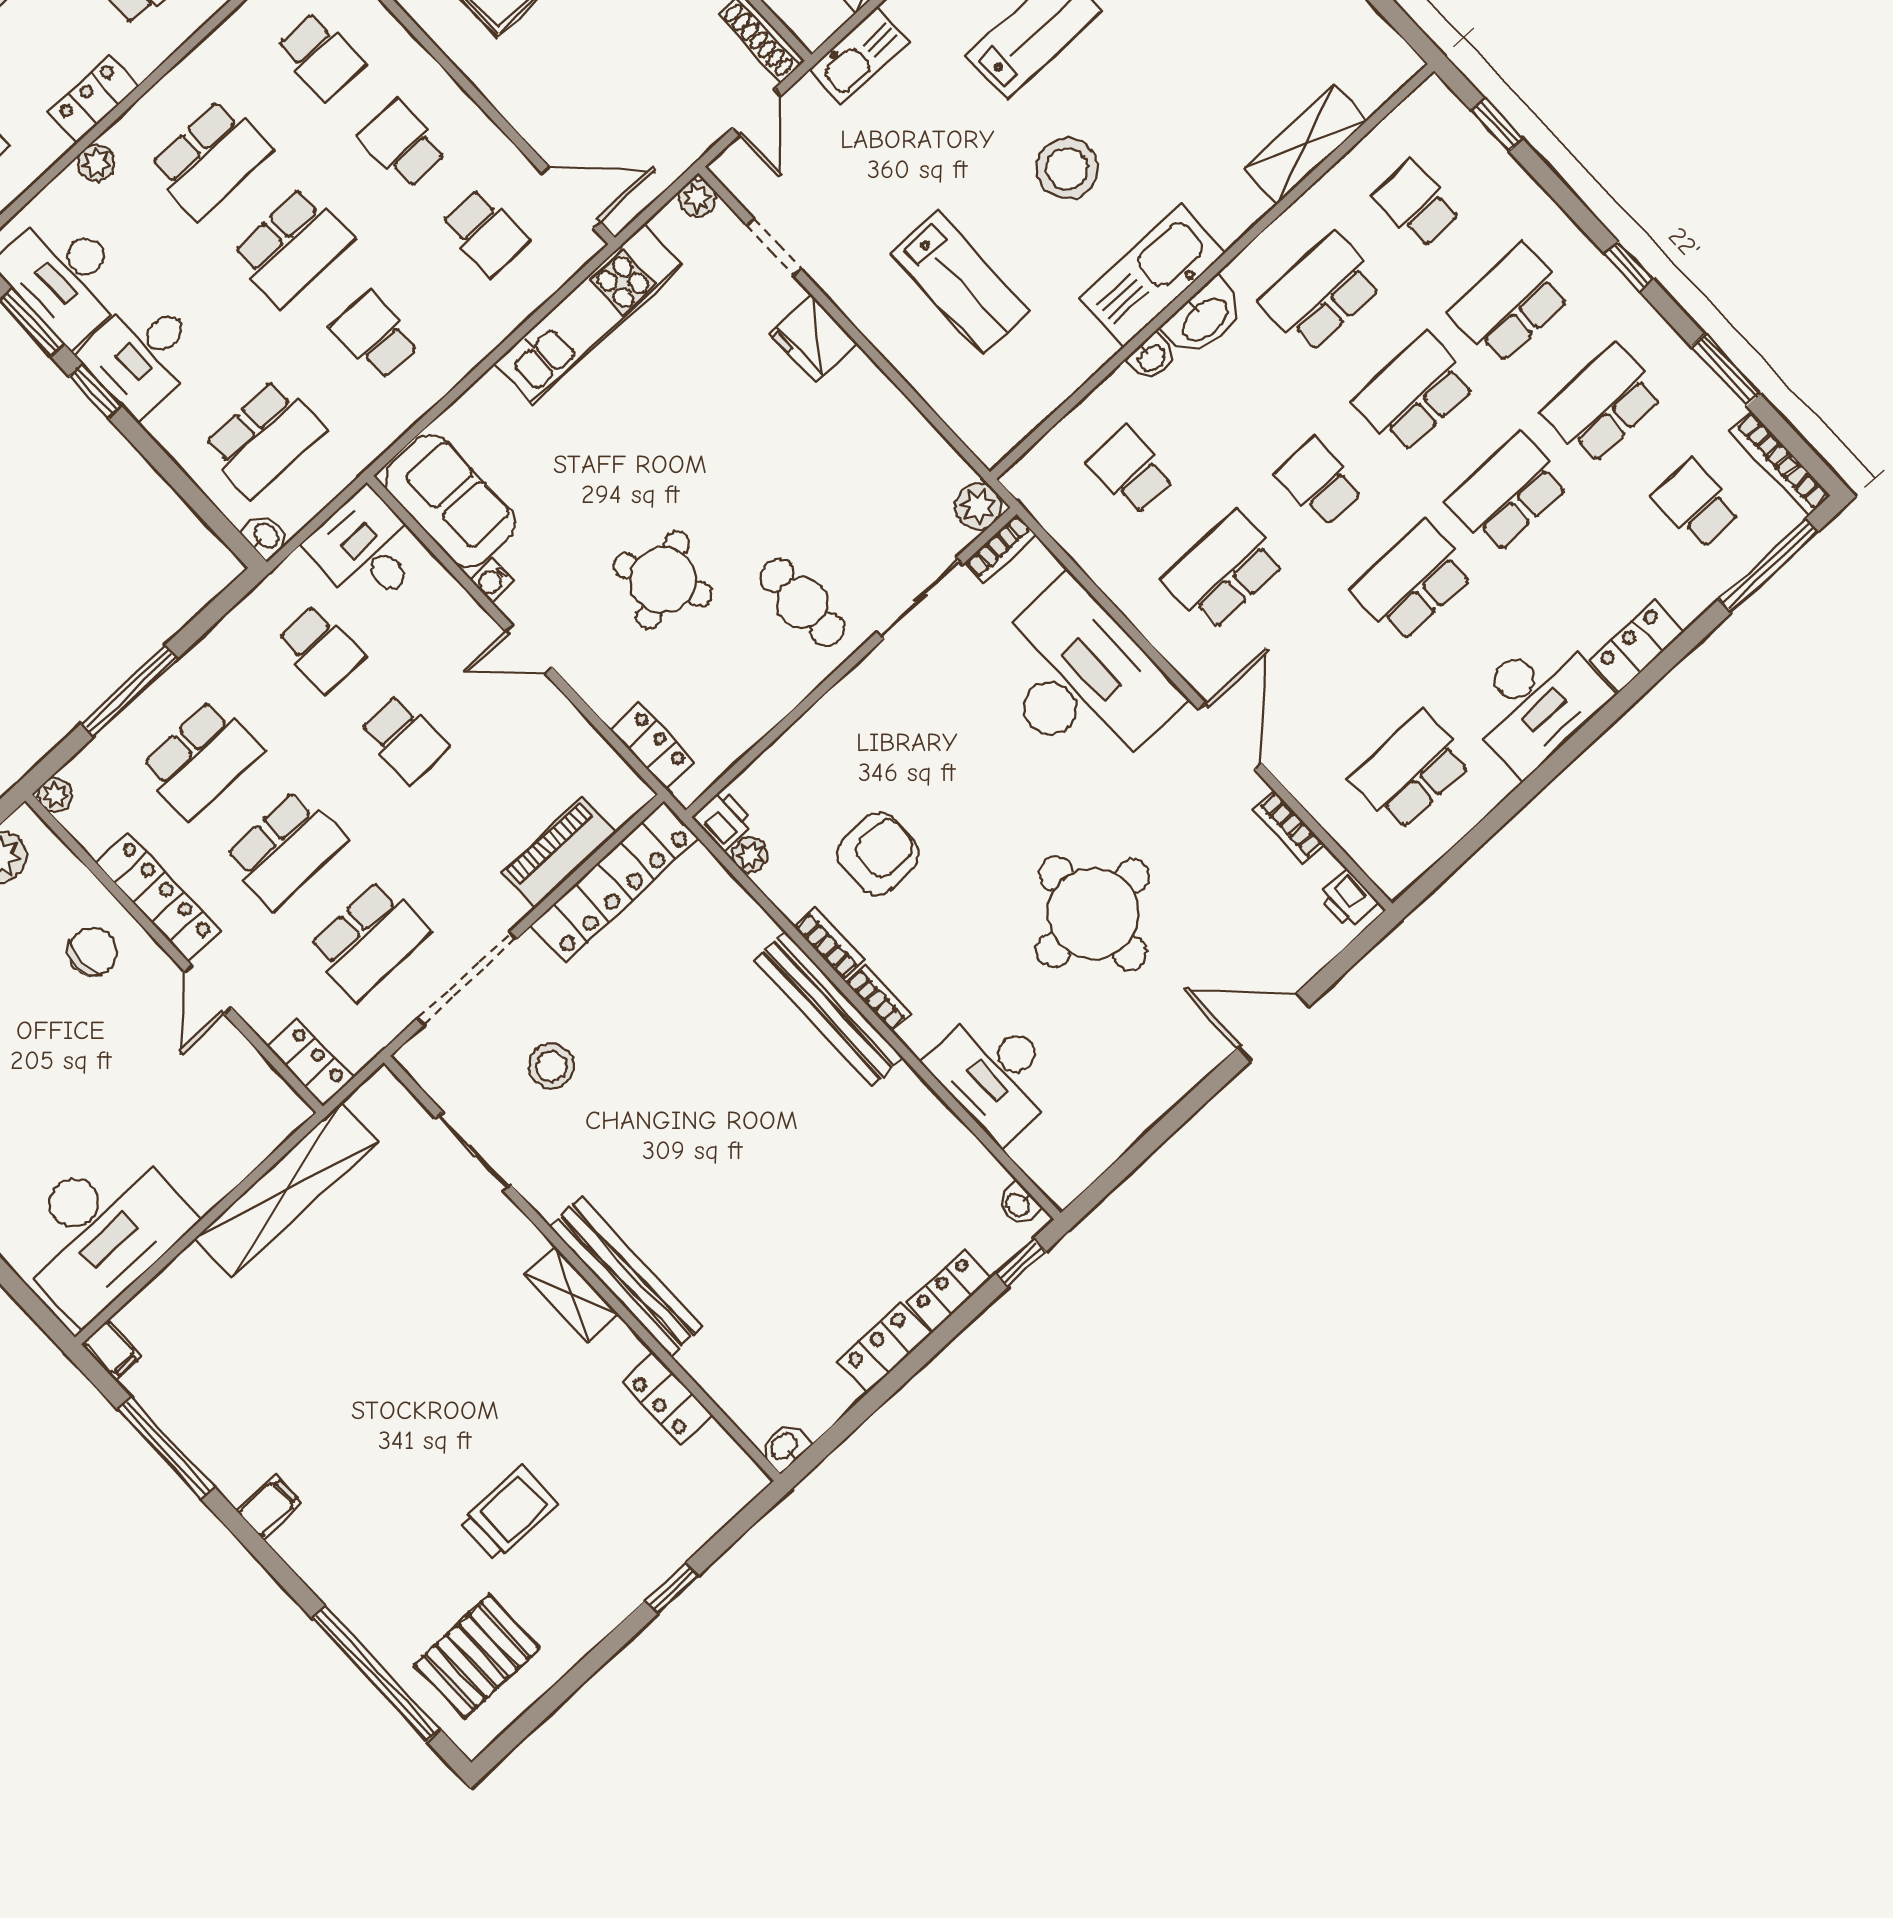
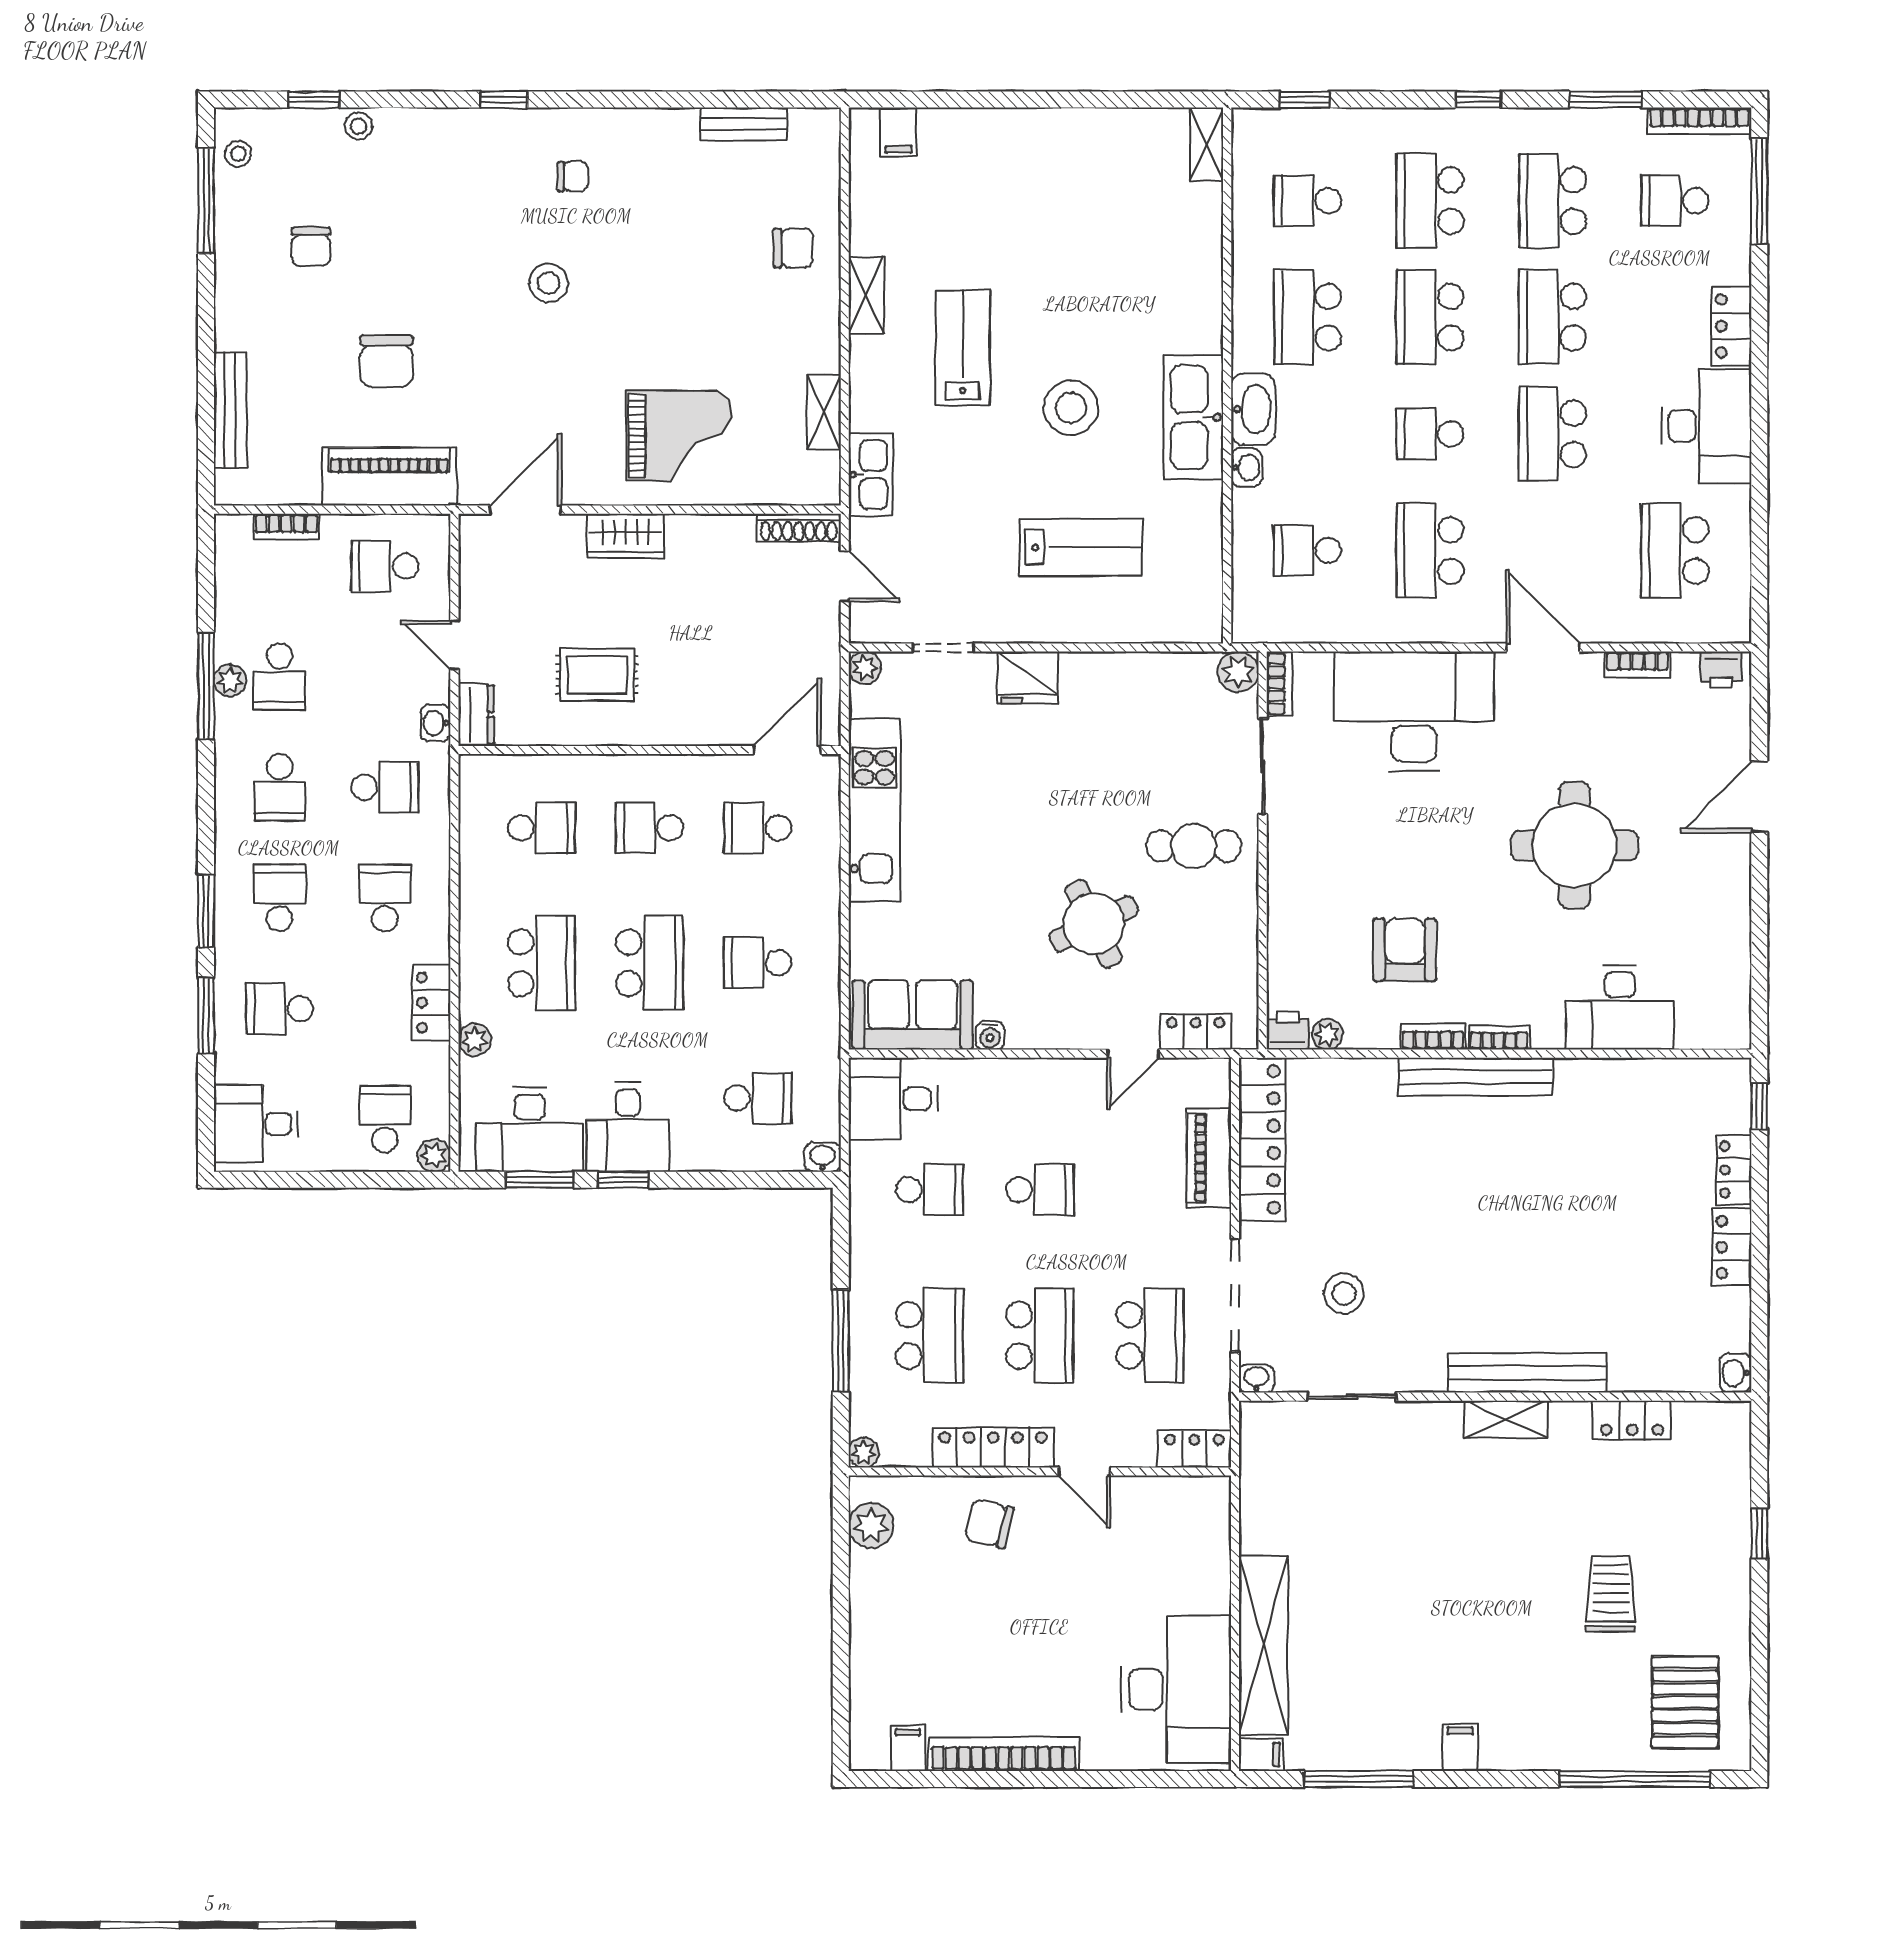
shelving: (1305, 145) -> (1207, 144), moved, width x0.67, depth x0.75
school desk: (485, 233) -> (758, 828), turned 180
school desk: (264, 438) -> (758, 1098), width x0.54
door: (529, 649) -> (1133, 1054), moved
chair: (93, 952) -> (989, 1524), turned -77
shelving: (286, 1190) -> (1263, 1645), moved
washbasin: (1018, 1204) -> (1256, 1378), moved, turned 180

